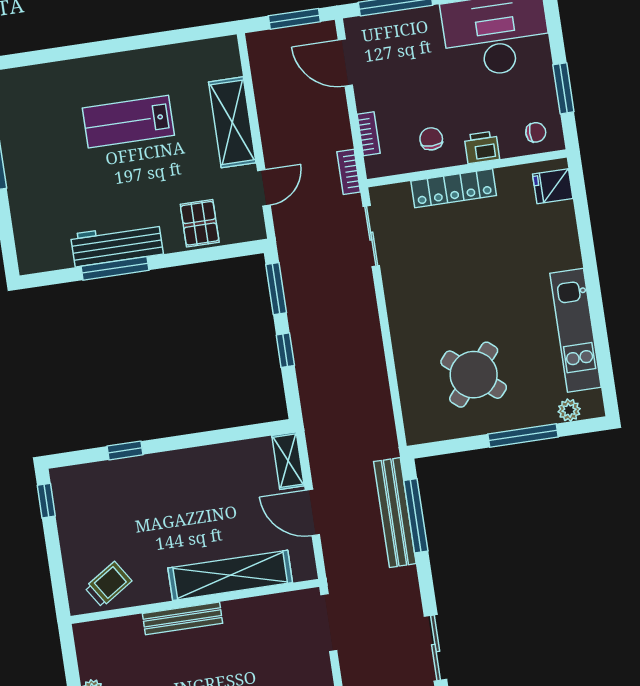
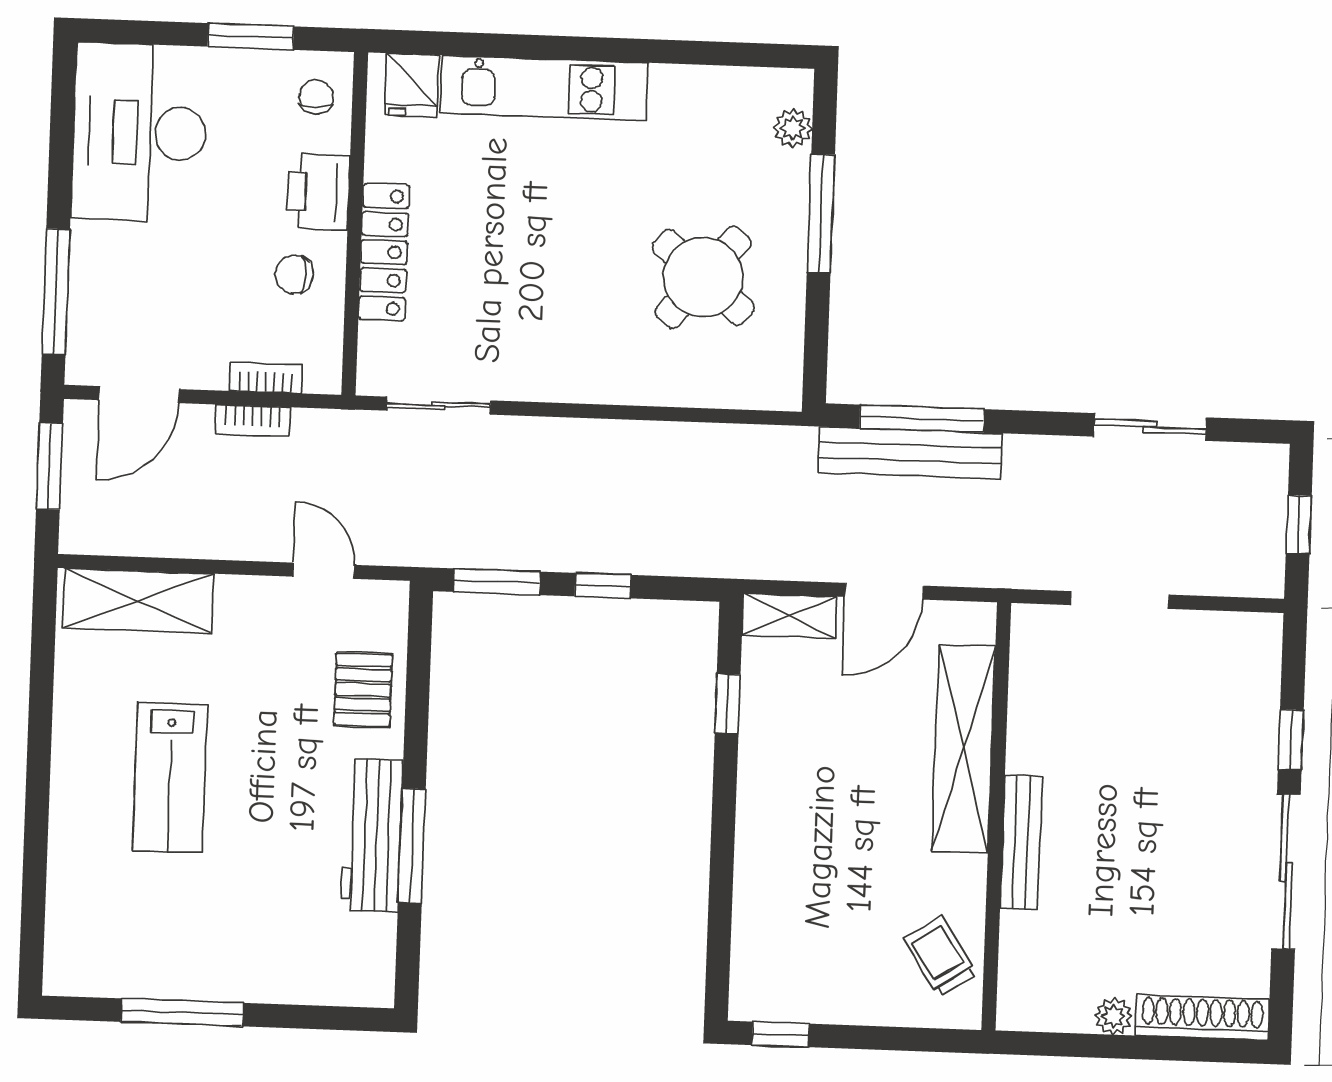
shelving: (232, 122) -> (138, 601), moved
printer: (482, 147) -> (318, 192), width x1.36, depth x1.24
bookcase: (349, 172) -> (253, 421), moved
pallet: (200, 223) -> (363, 690), turned 90
kitchen unit: (575, 330) -> (544, 88), moved
window: (125, 450) -> (728, 704), moved
doorway: (329, 623) -> (1120, 600), moved

